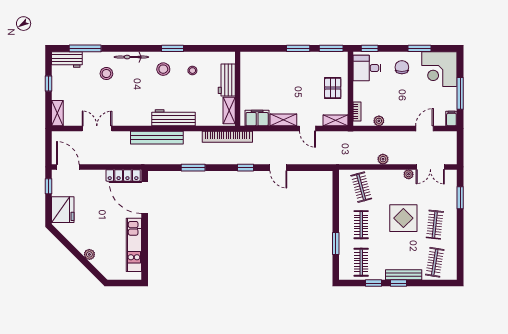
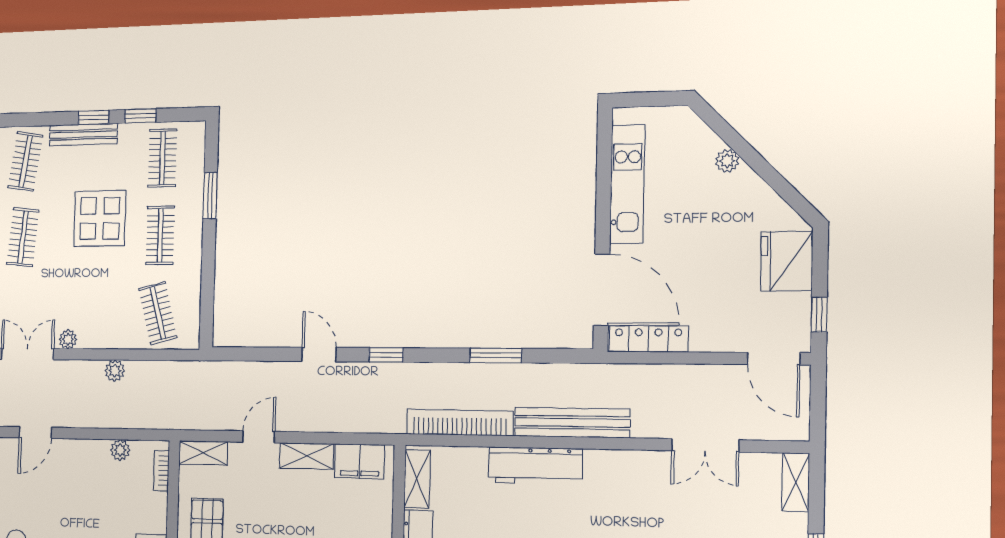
door: (308, 128) -> (259, 437), hinge flipped
bookcase: (227, 137) -> (460, 423), moved
display table: (403, 218) -> (100, 218), moved

